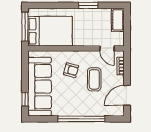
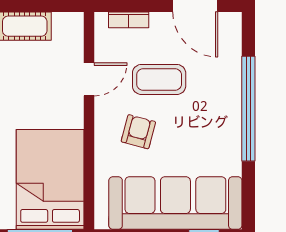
door: (107, 48) -> (89, 79), moved

